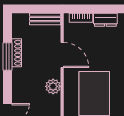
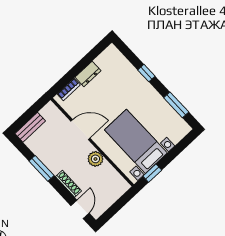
bench: (45, 19) -> (30, 127), moved
shoe rack: (17, 53) -> (68, 184), moved

